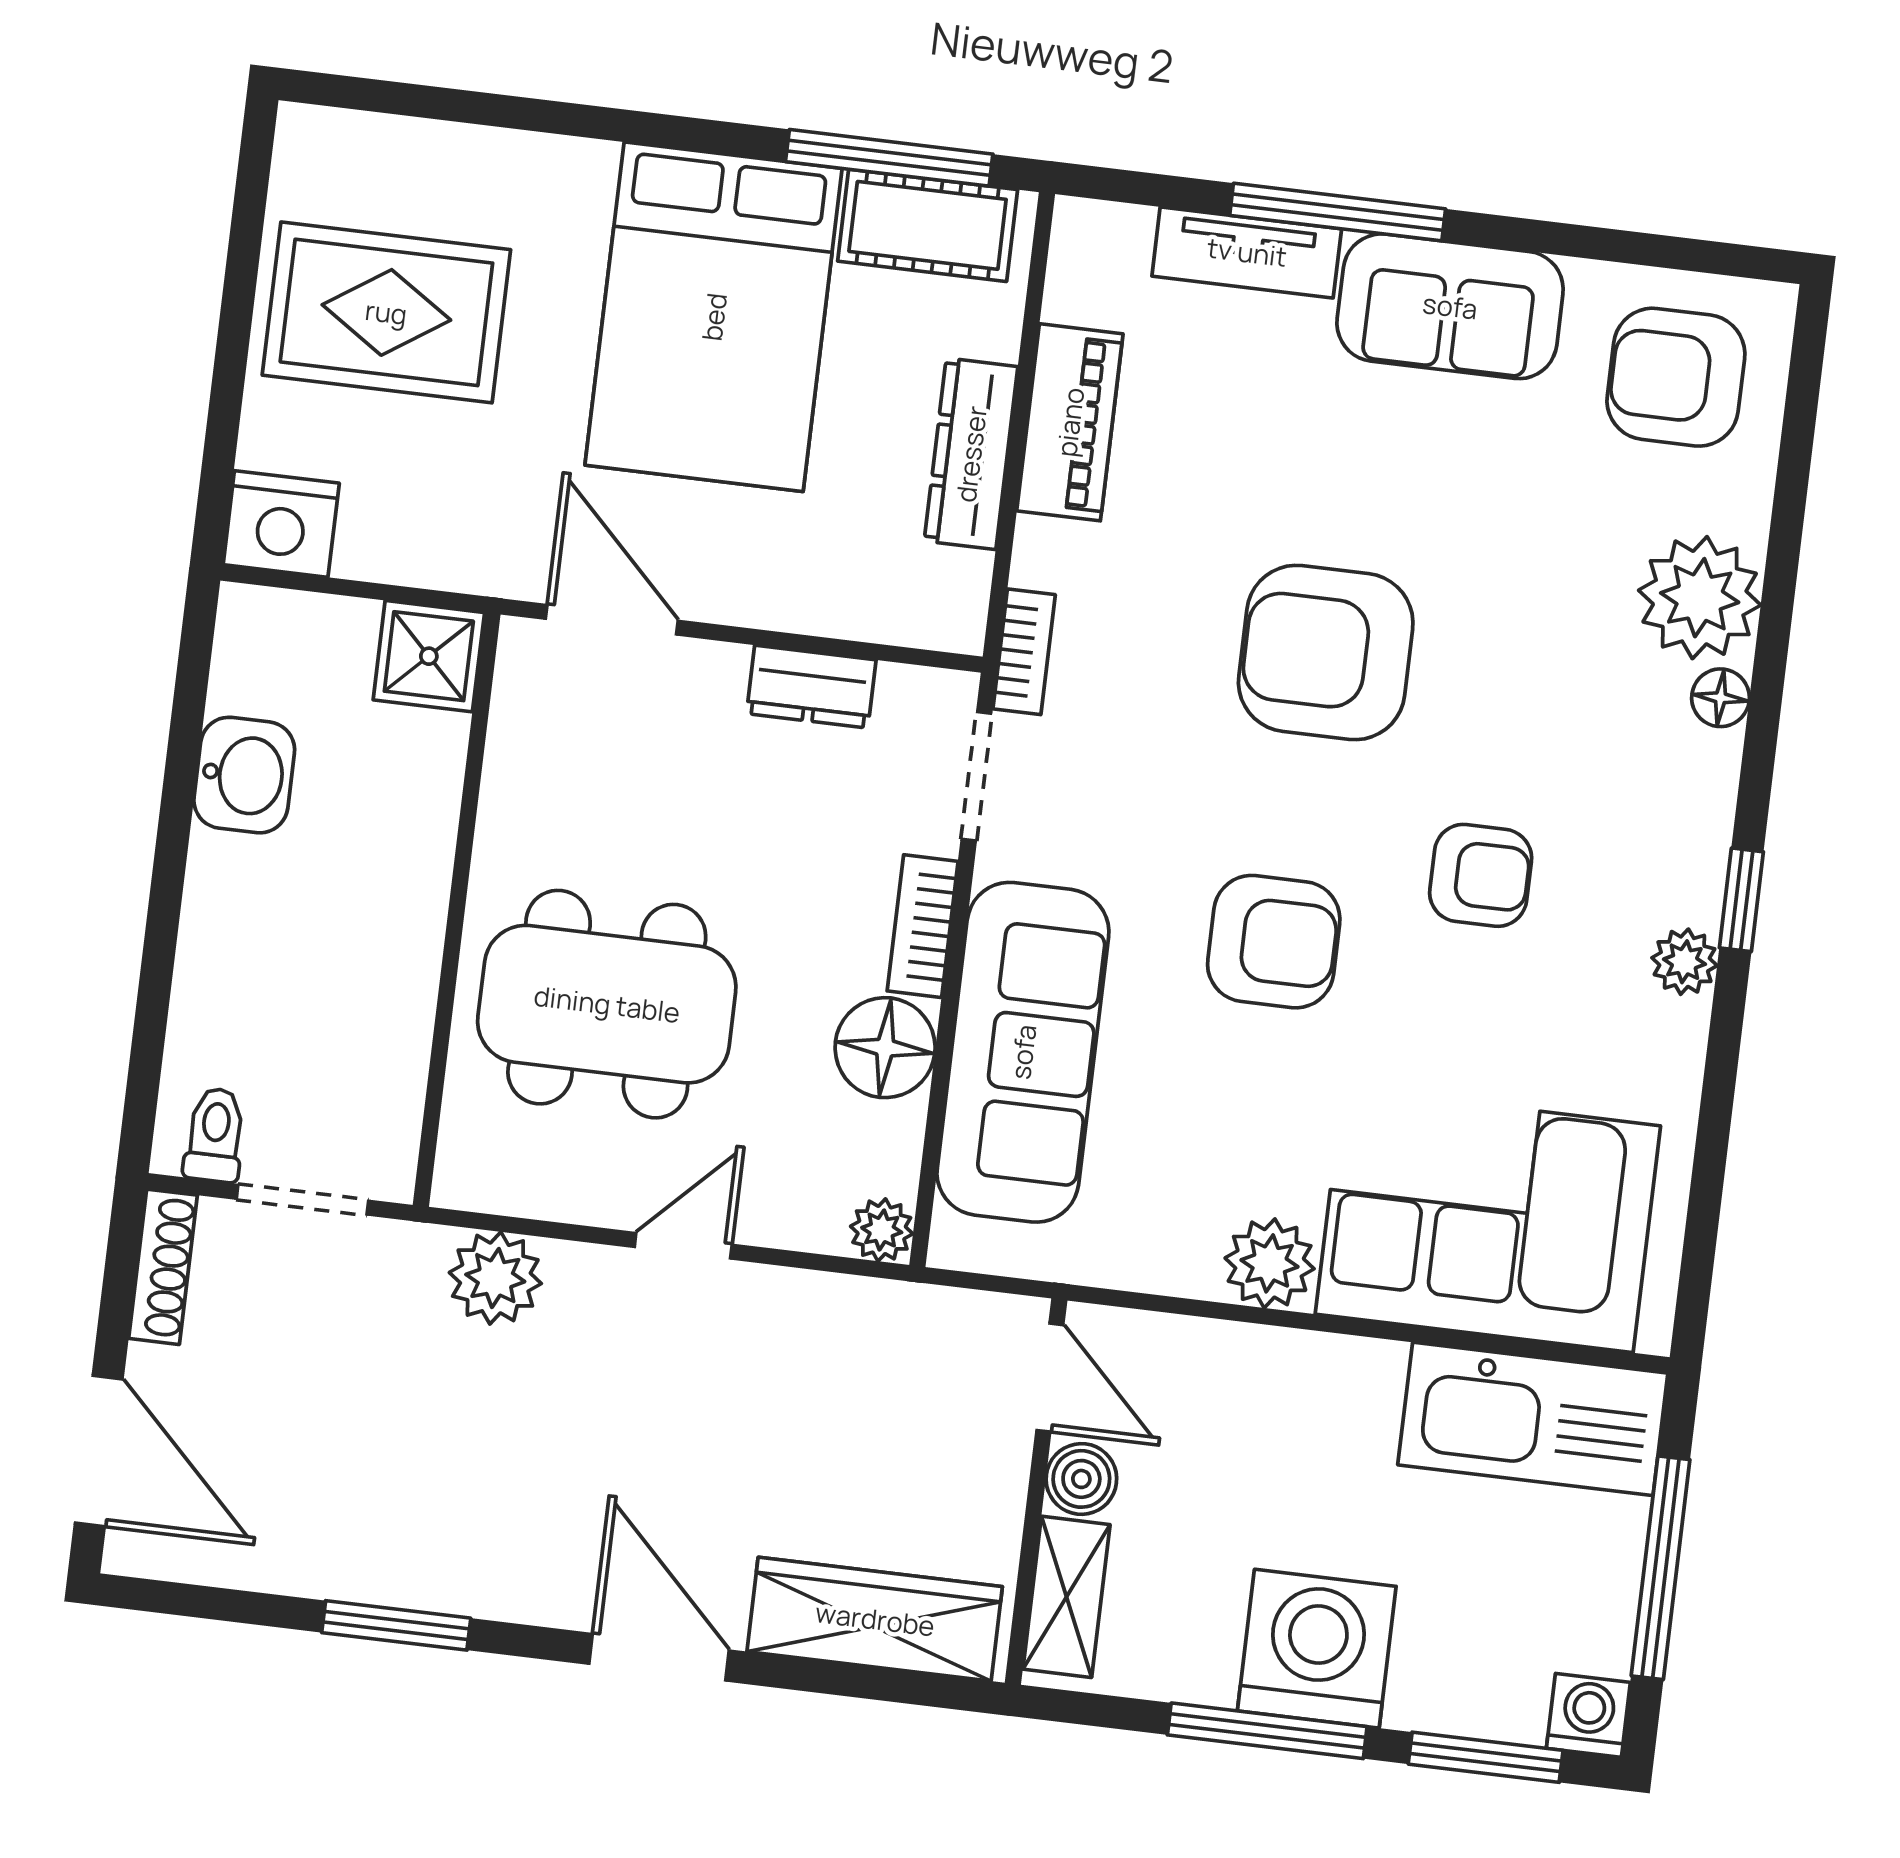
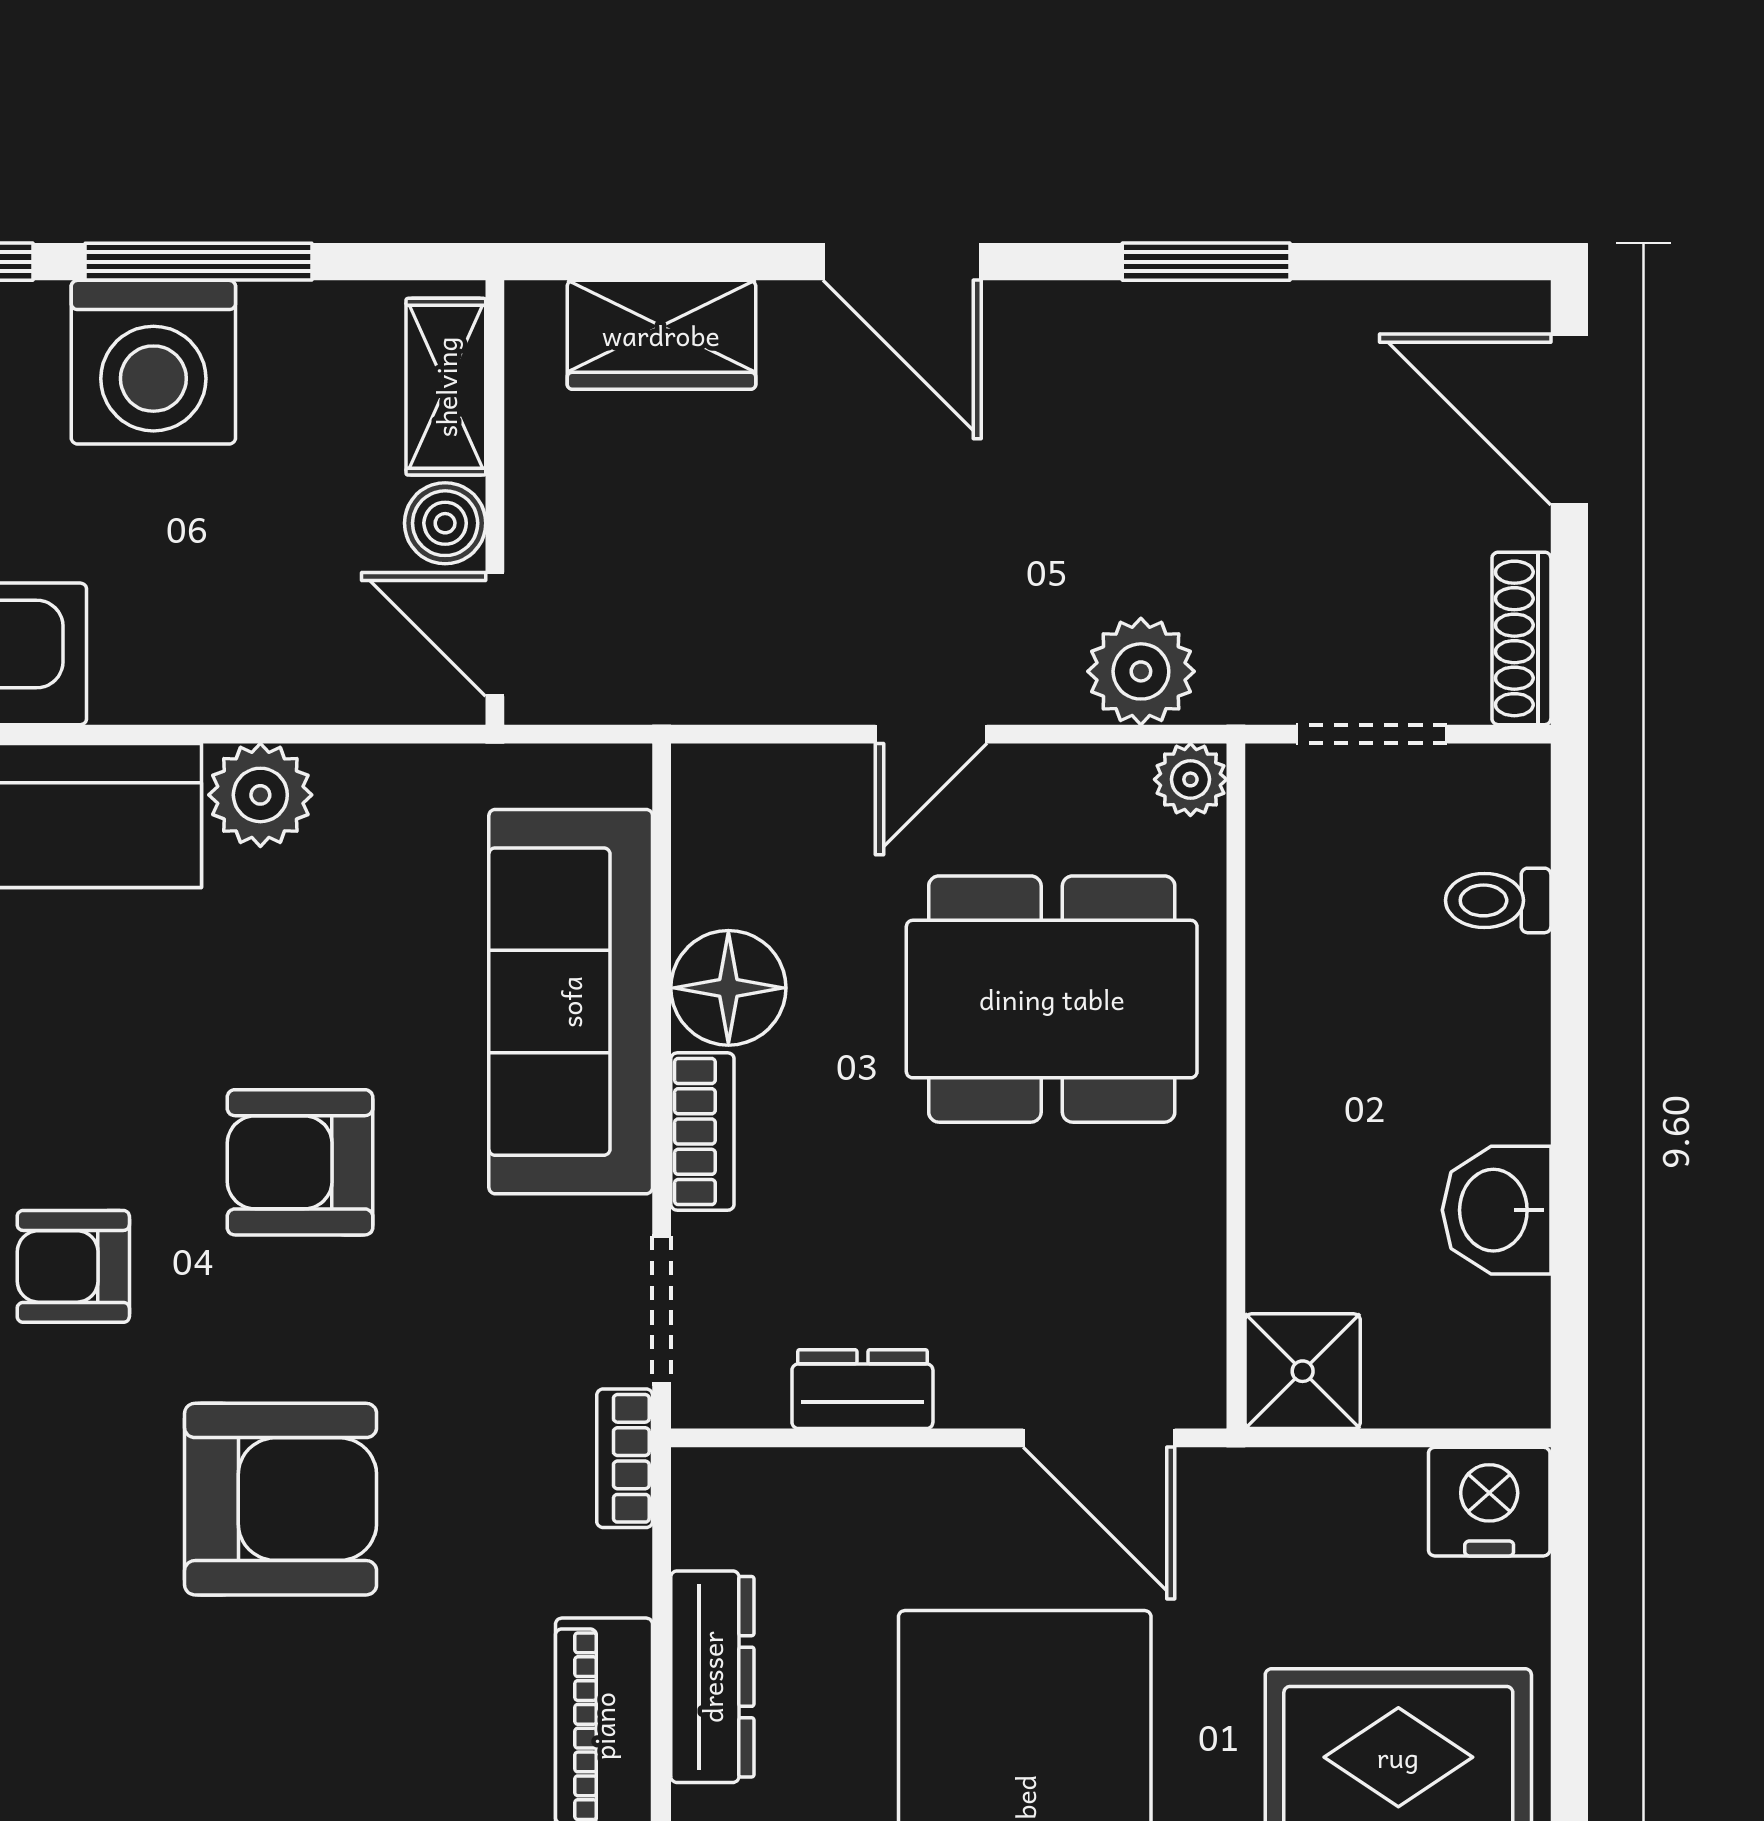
toilet: (215, 1135) -> (1498, 900), moved, turned 90
plant: (882, 1230) -> (1190, 779), moved
wardrobe: (875, 1619) -> (661, 335), width x0.67

